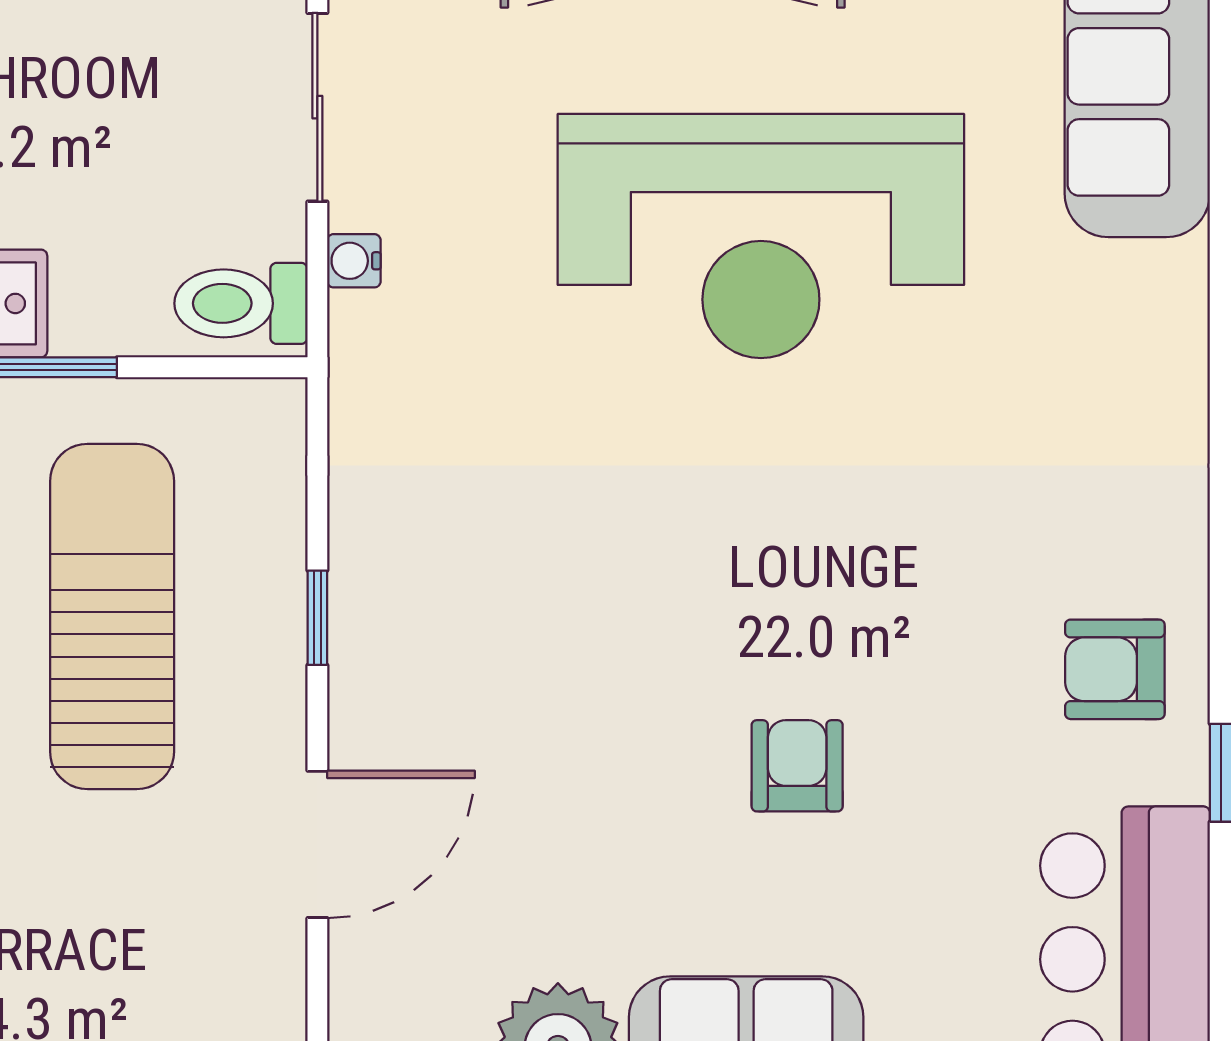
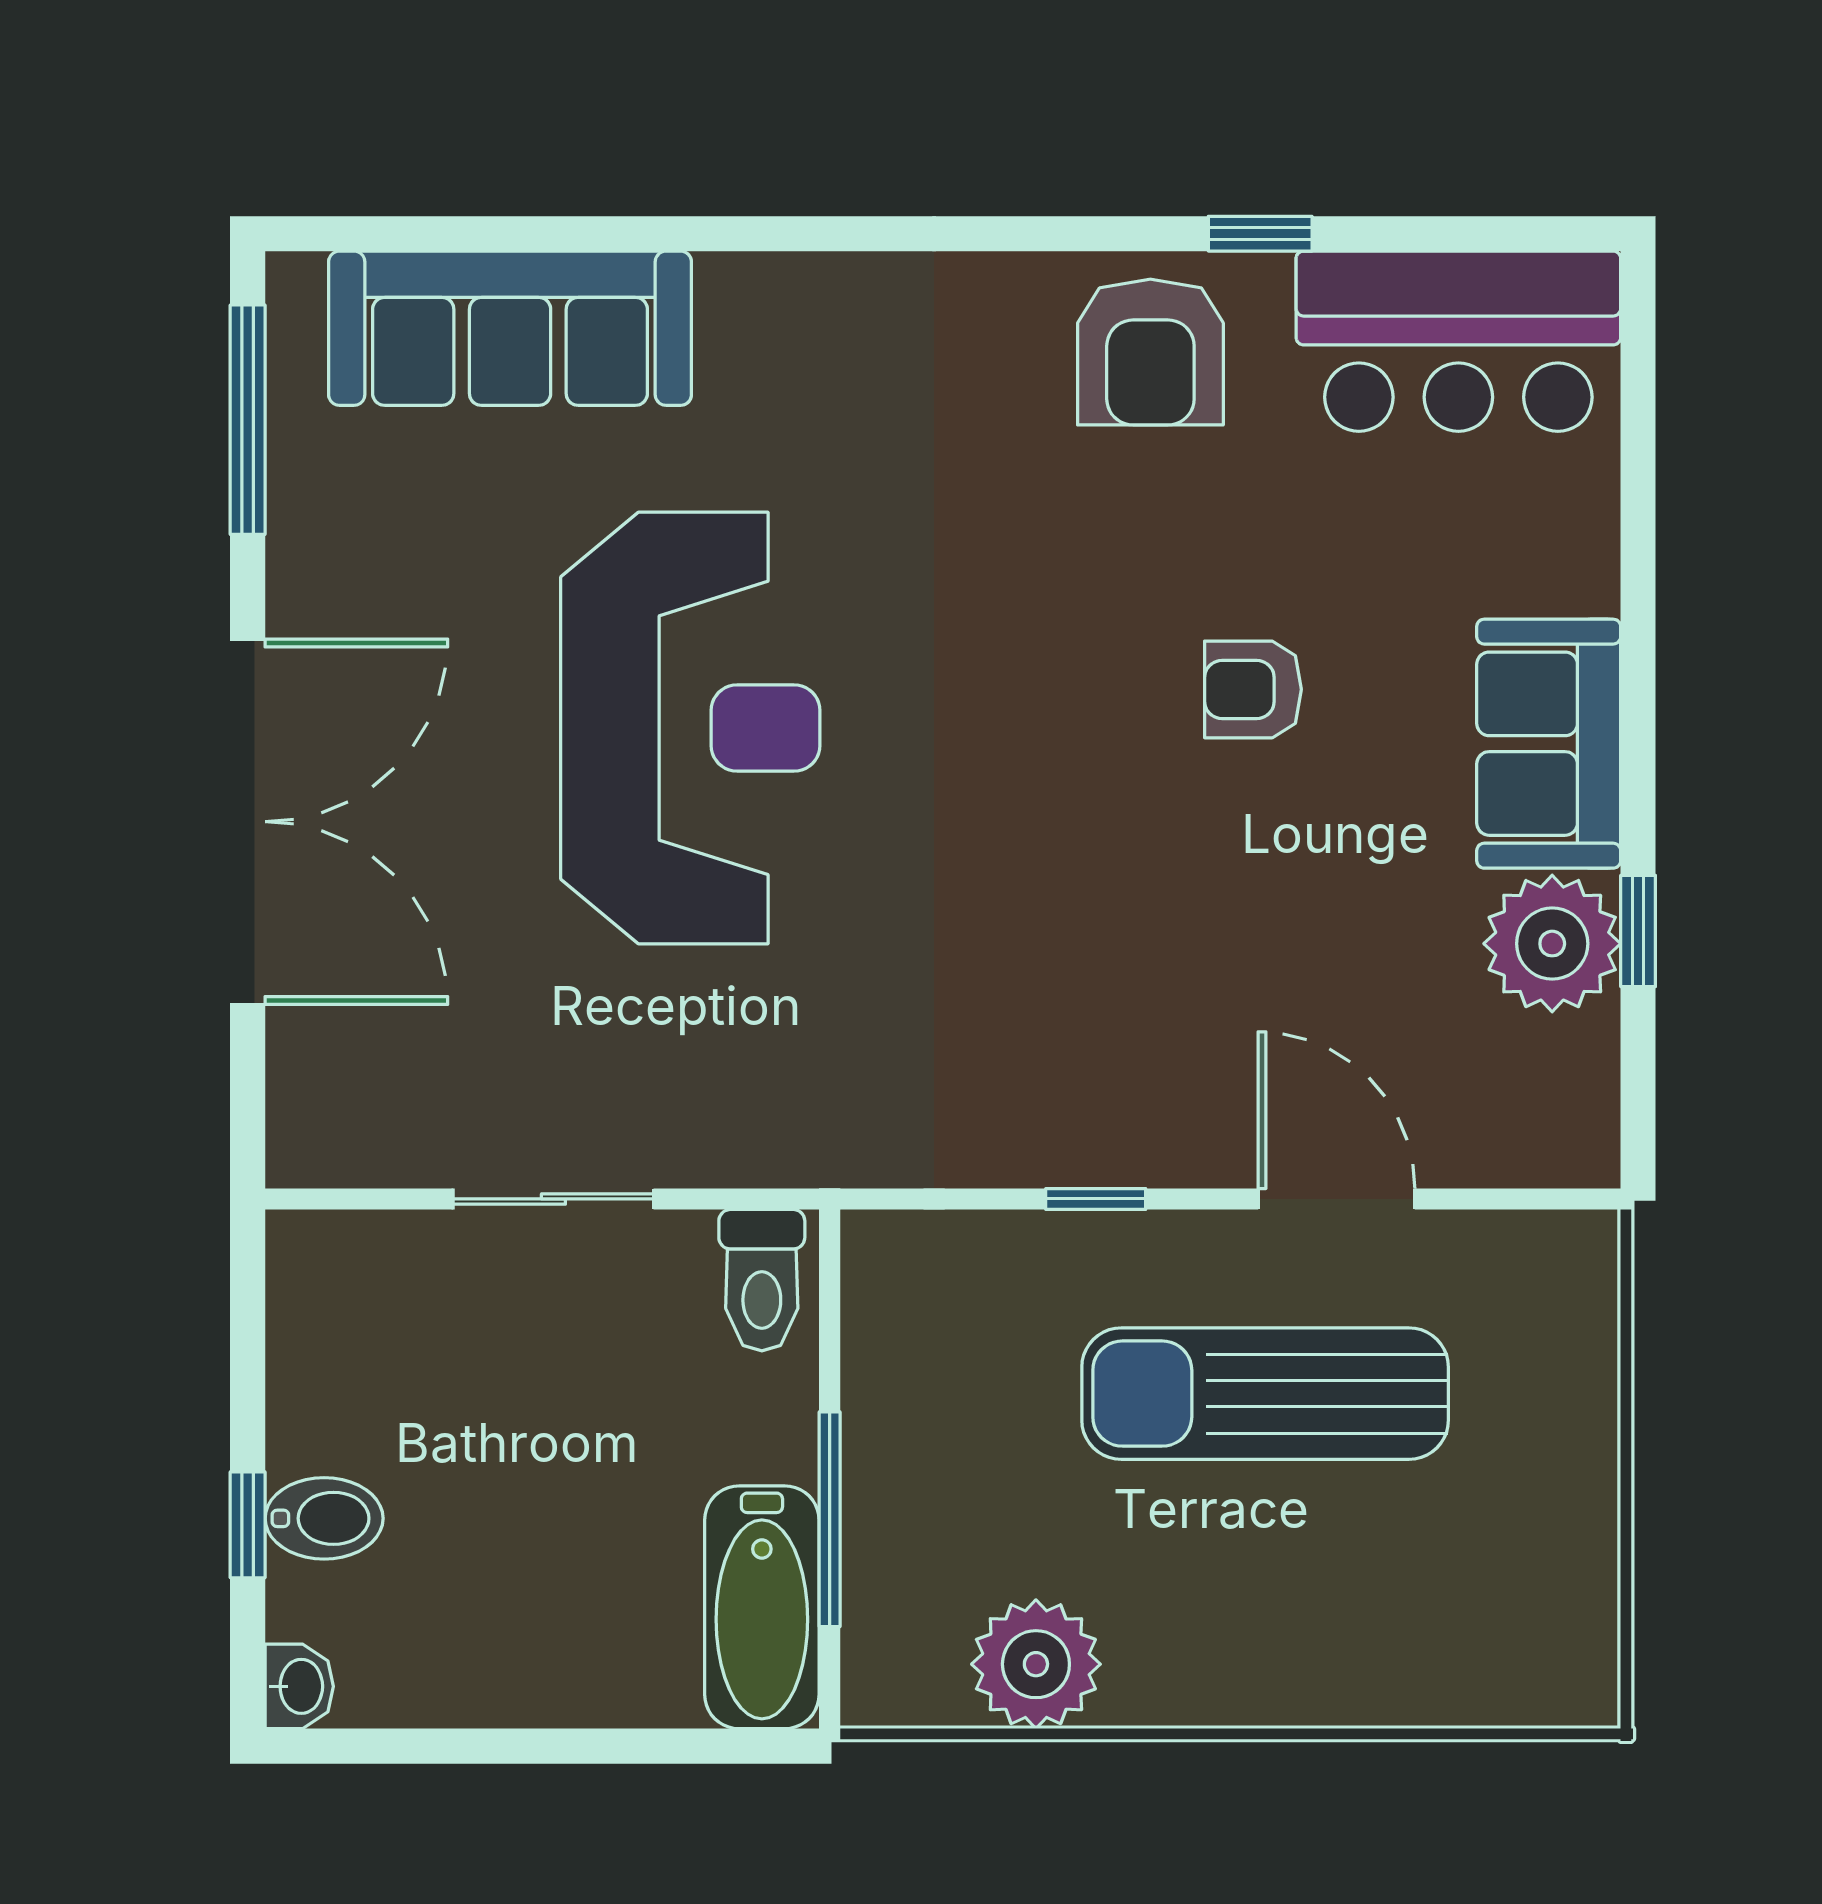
water cooler: (354, 261) -> (717, 1160), removed
sun lounger: (112, 616) -> (1265, 1394), moved
armchair: (1115, 669) -> (1150, 352), width x1.38, depth x1.38

